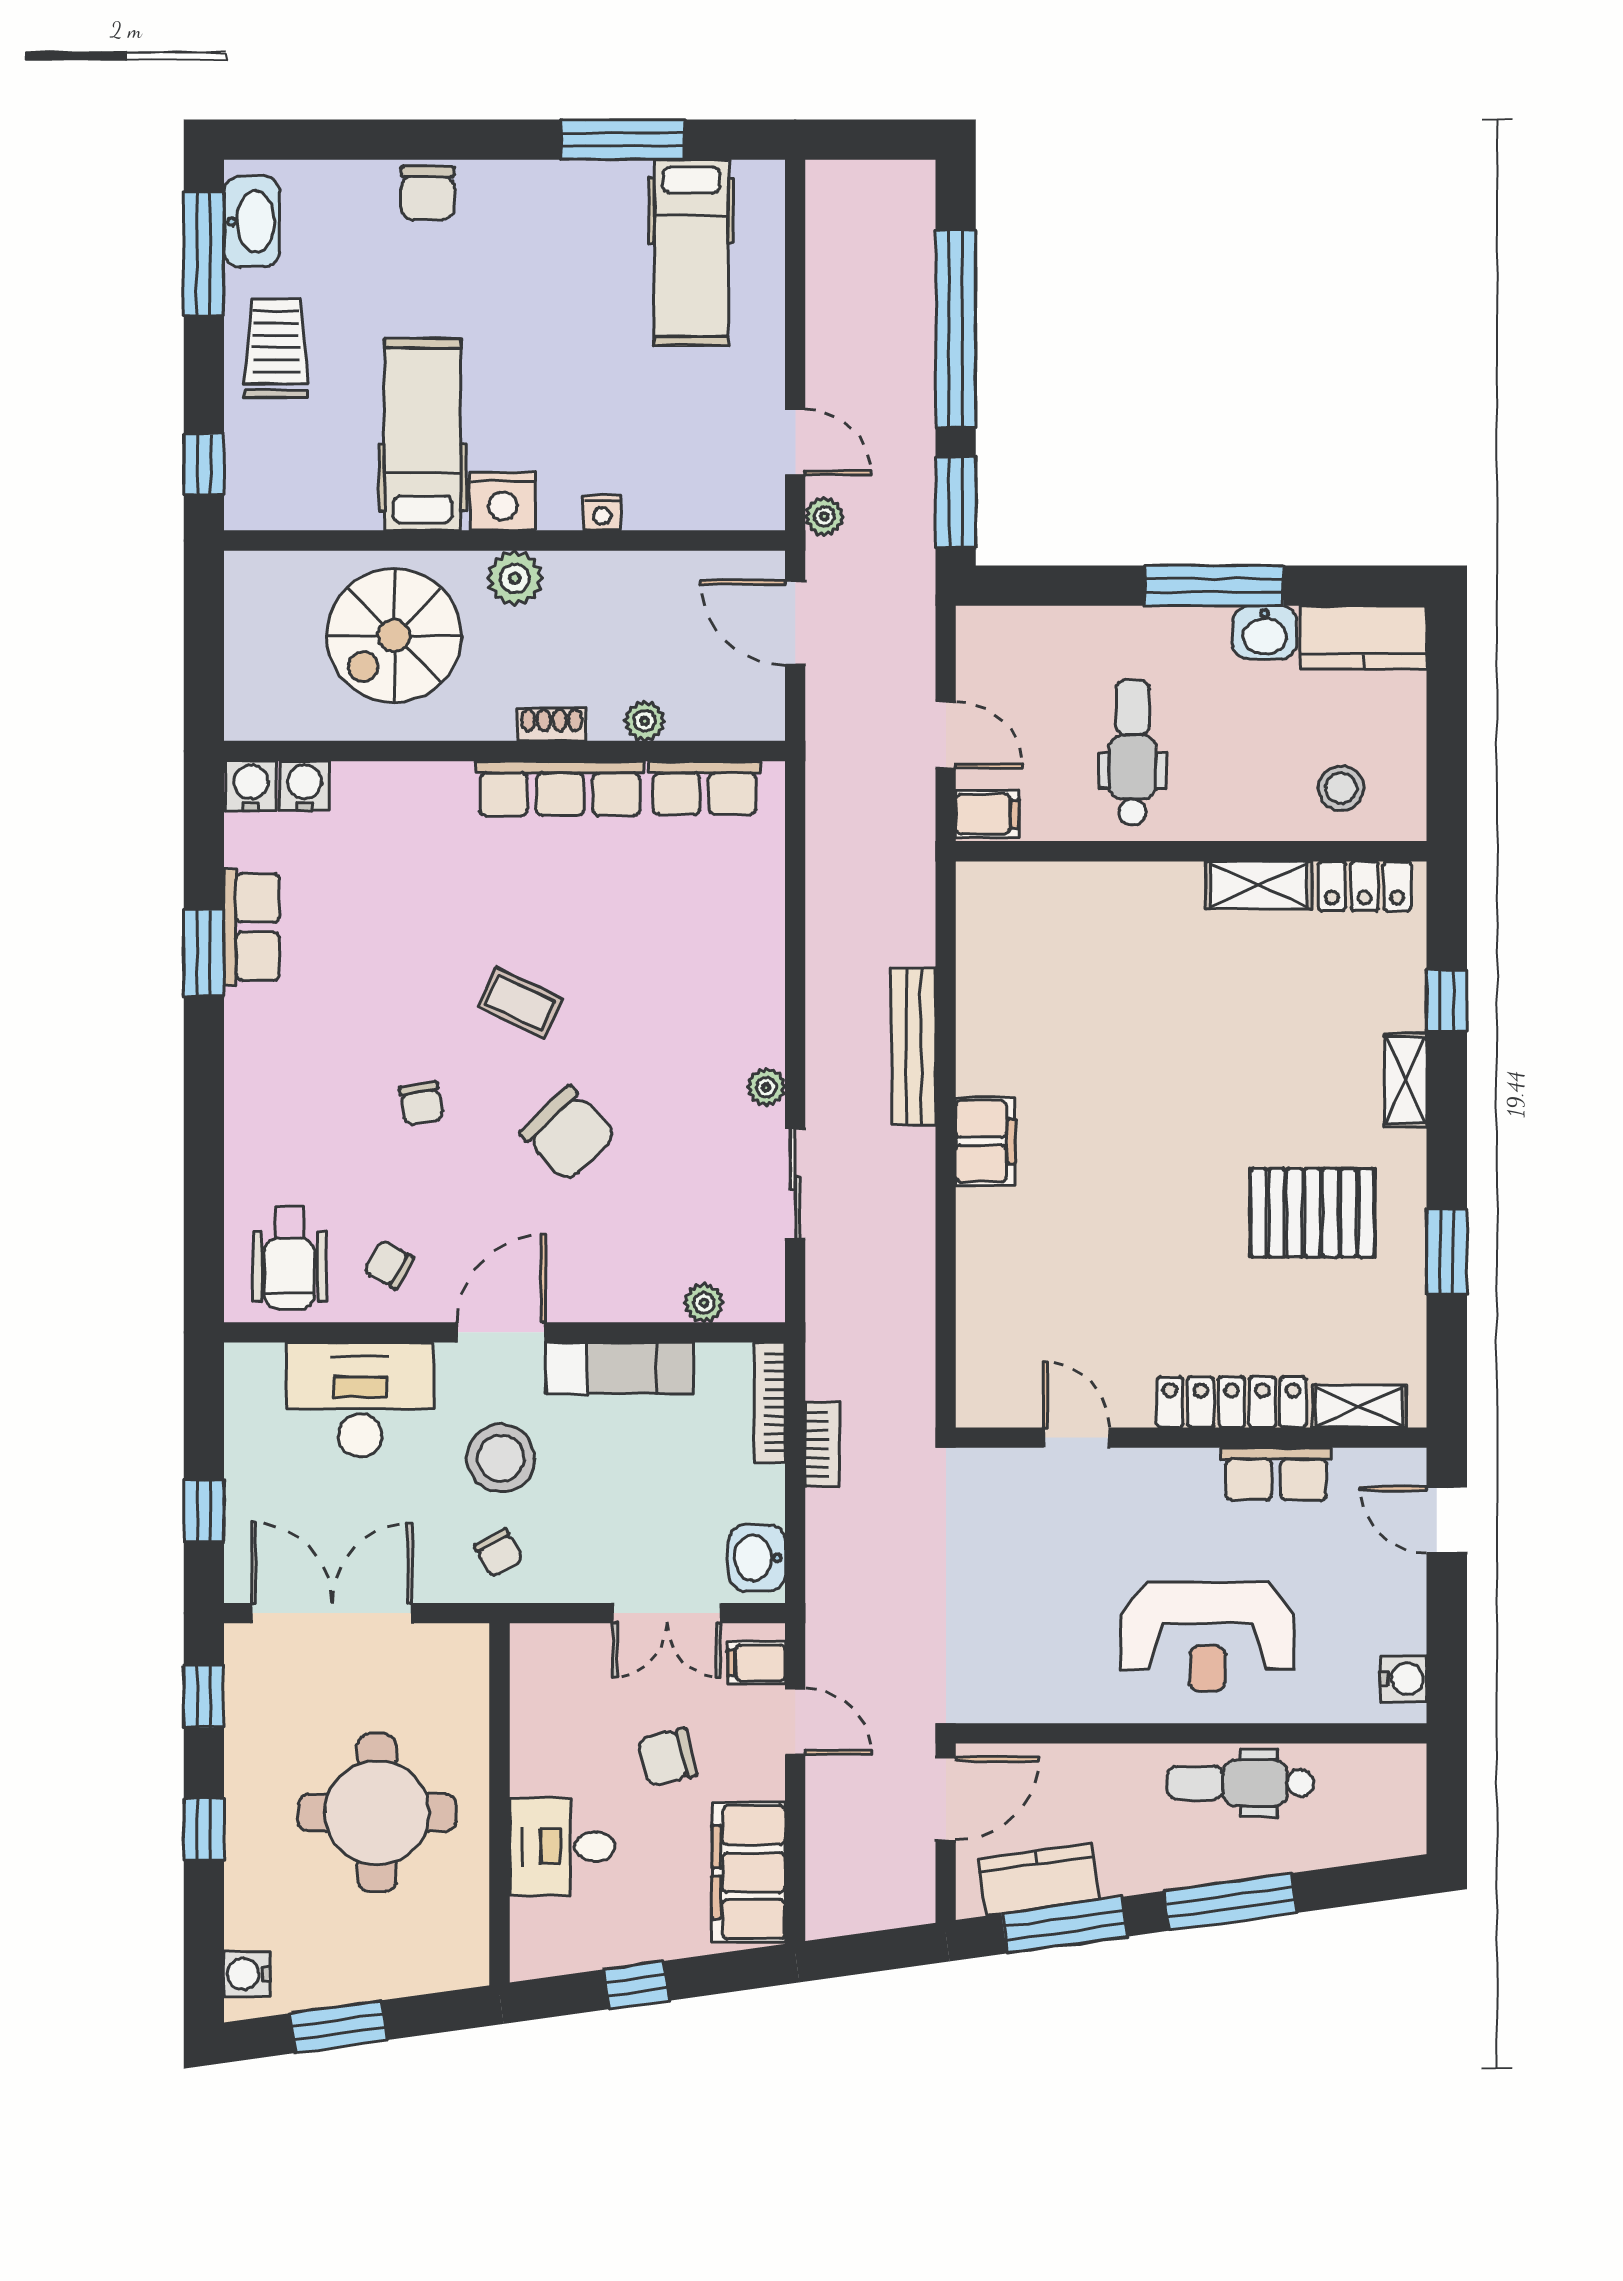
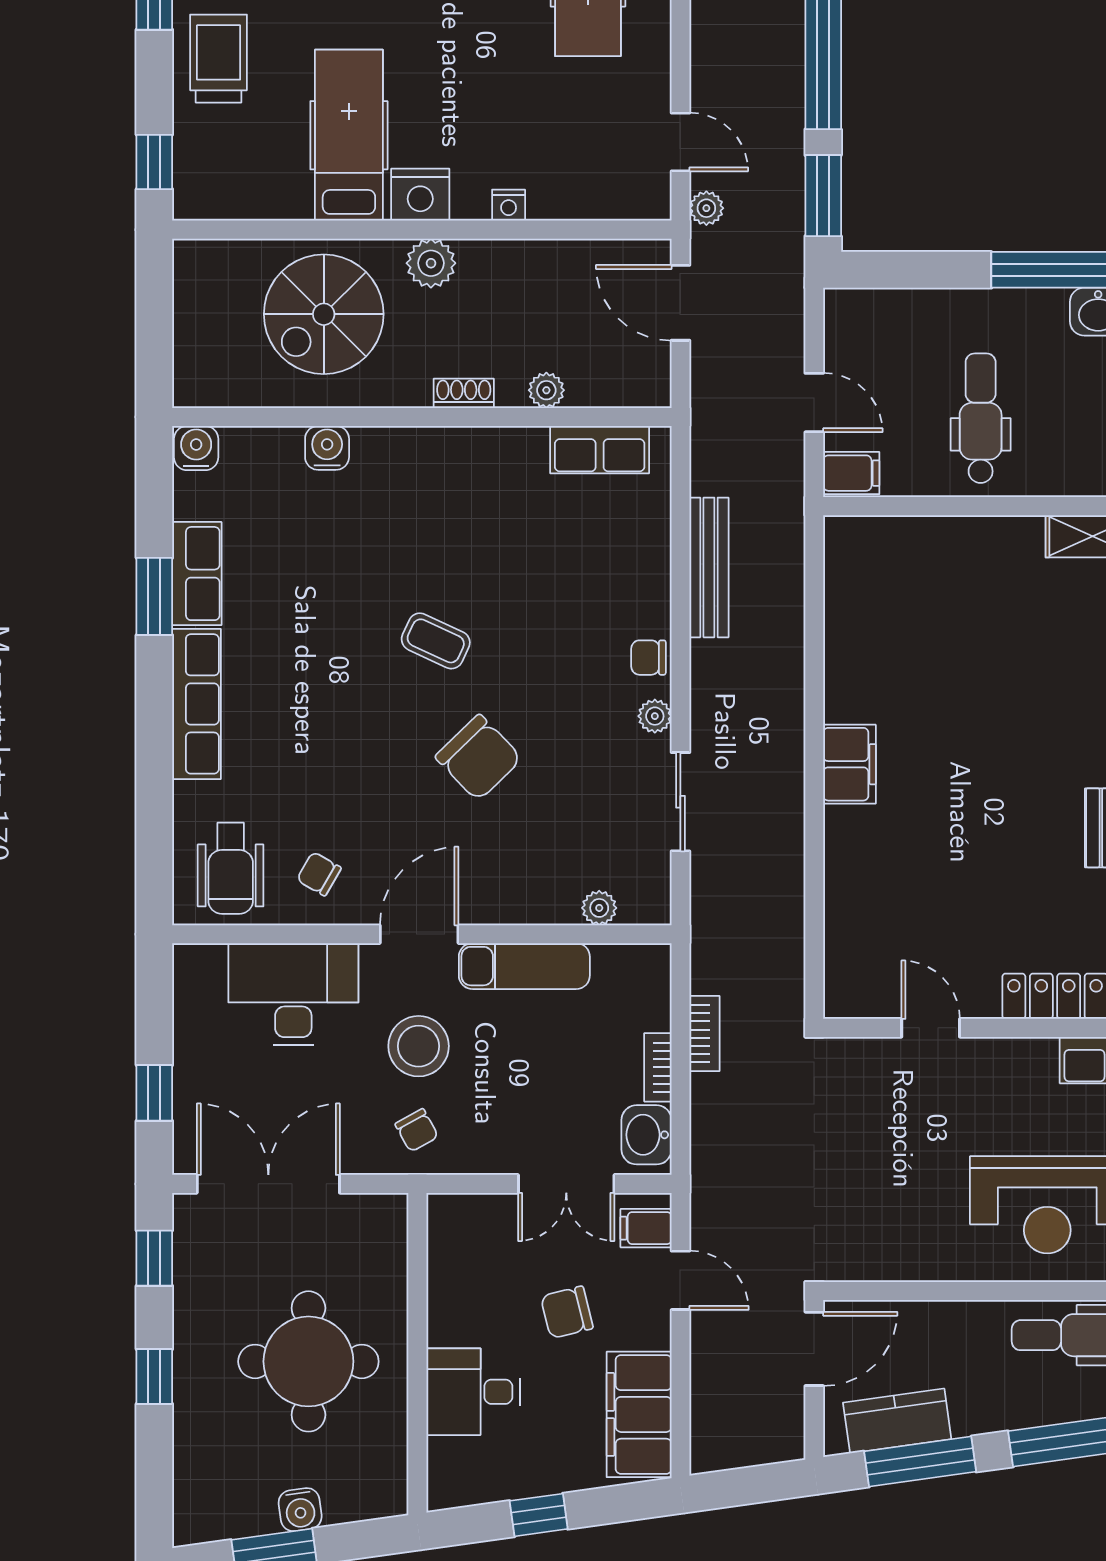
water cooler: (305, 786) -> (327, 448), moved
row of seats: (560, 788) -> (196, 704), moved, turned -90
bench: (914, 1047) -> (709, 567), moved
chair: (421, 1104) -> (649, 658), moved, turned 100
bookcase: (770, 1403) -> (658, 1067), moved, width x0.64
water cooler: (247, 1974) -> (300, 1510), moved, turned -98

